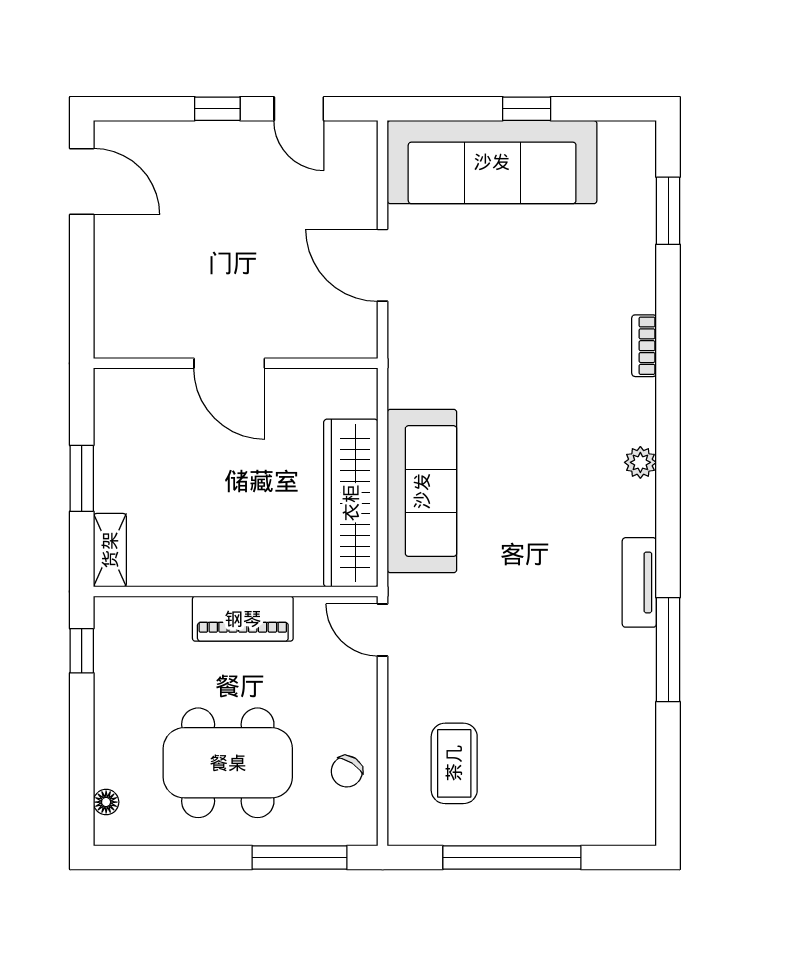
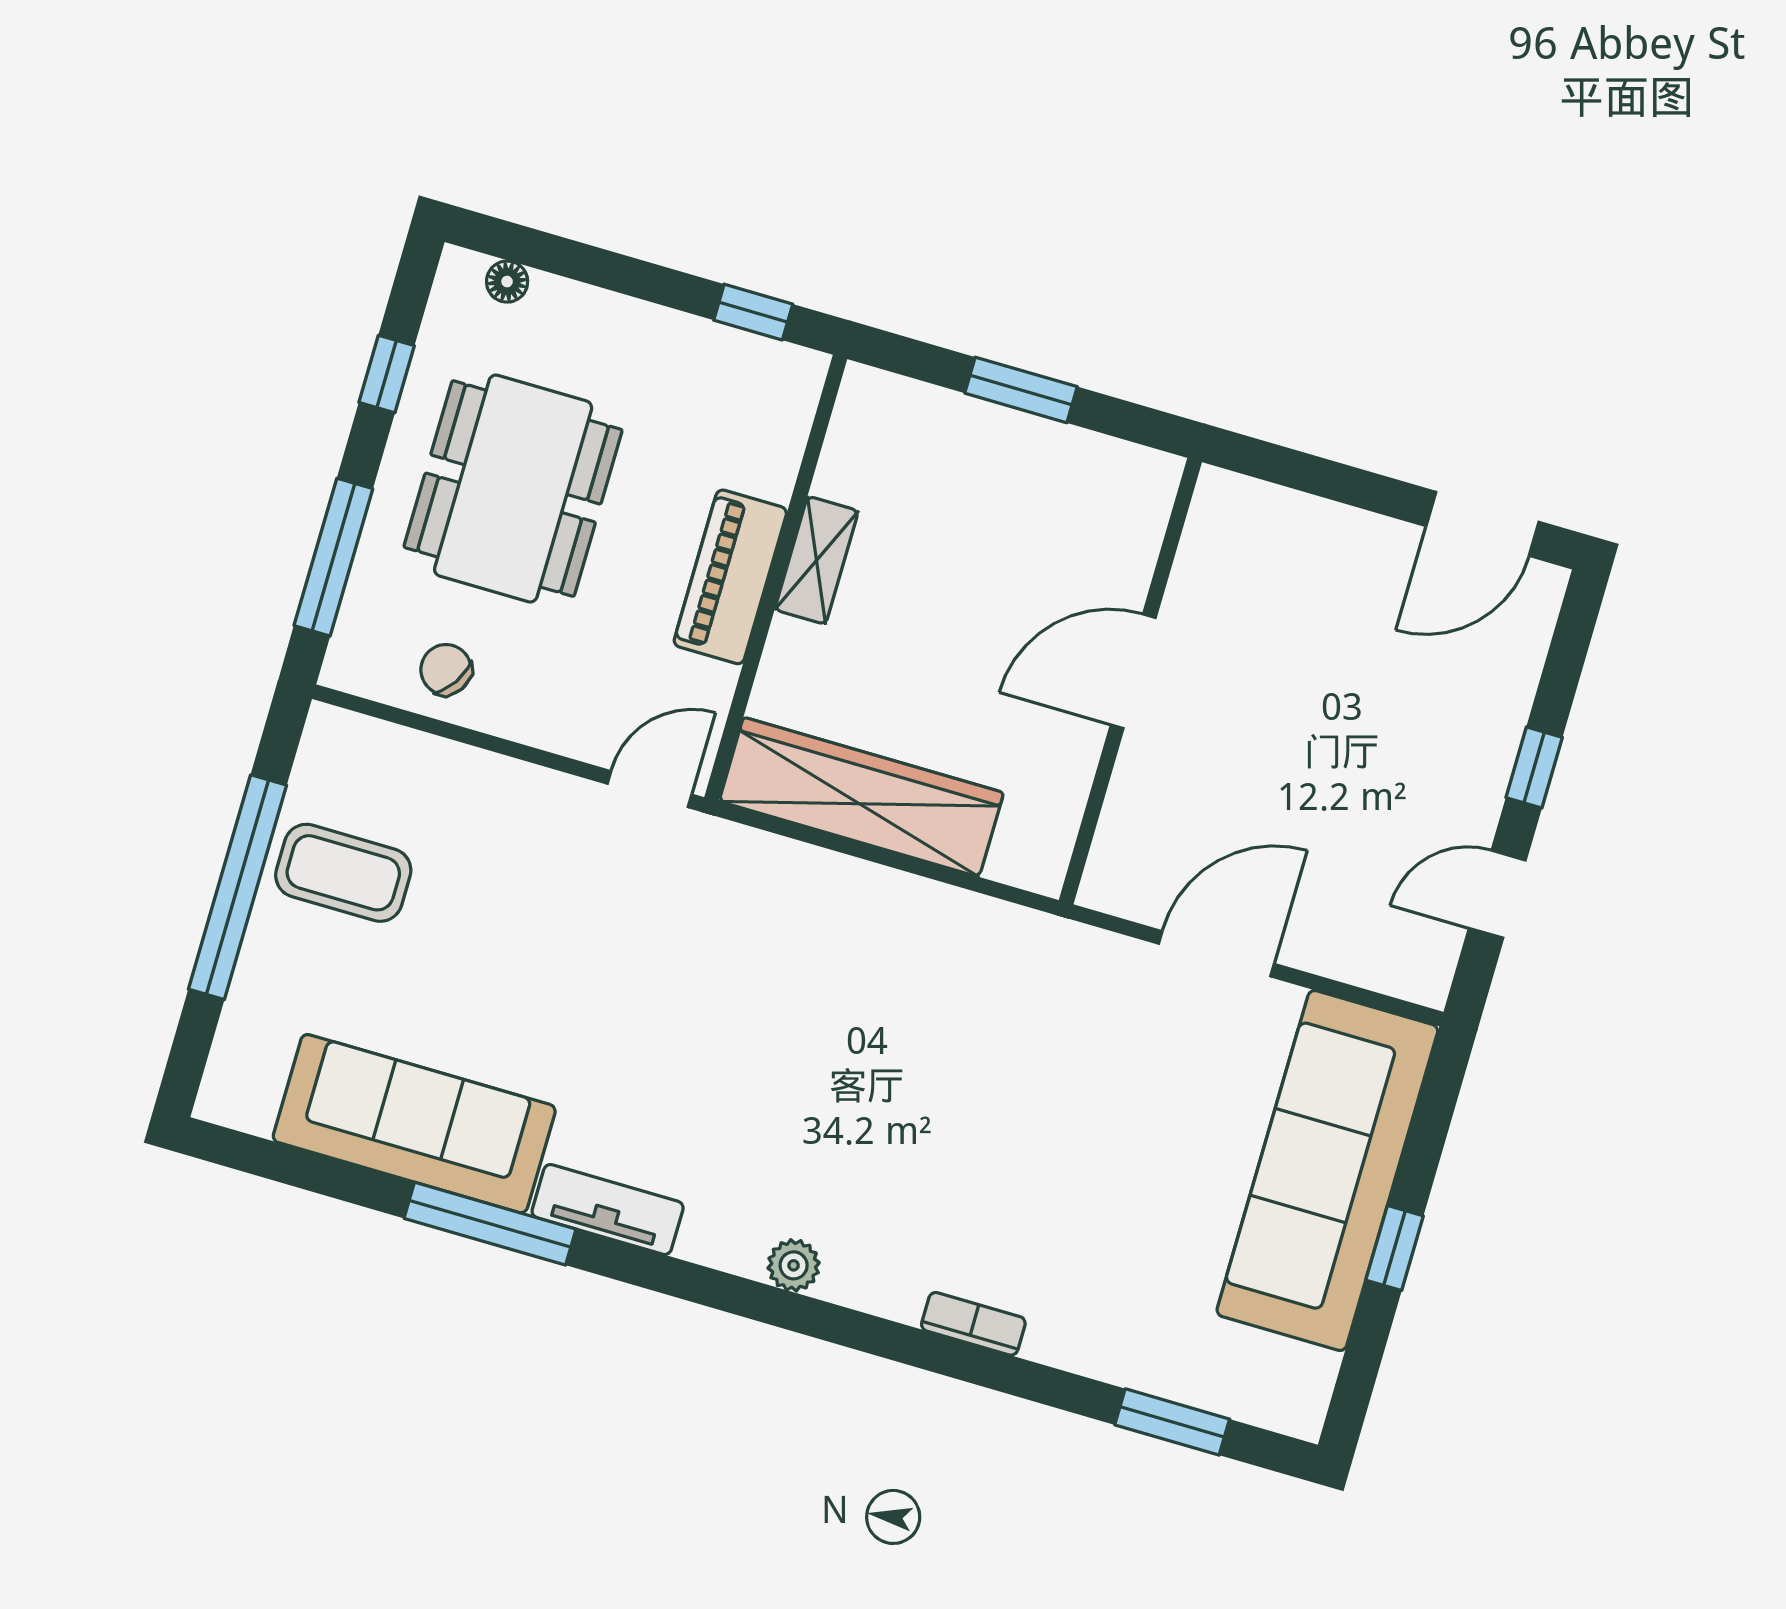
sofa: (422, 491) -> (414, 1124), moved, turned 180
shelving: (110, 550) -> (817, 560), moved, turned 90
coffee table: (454, 763) -> (343, 873), moved
window: (182, 858) -> (387, 374), added

